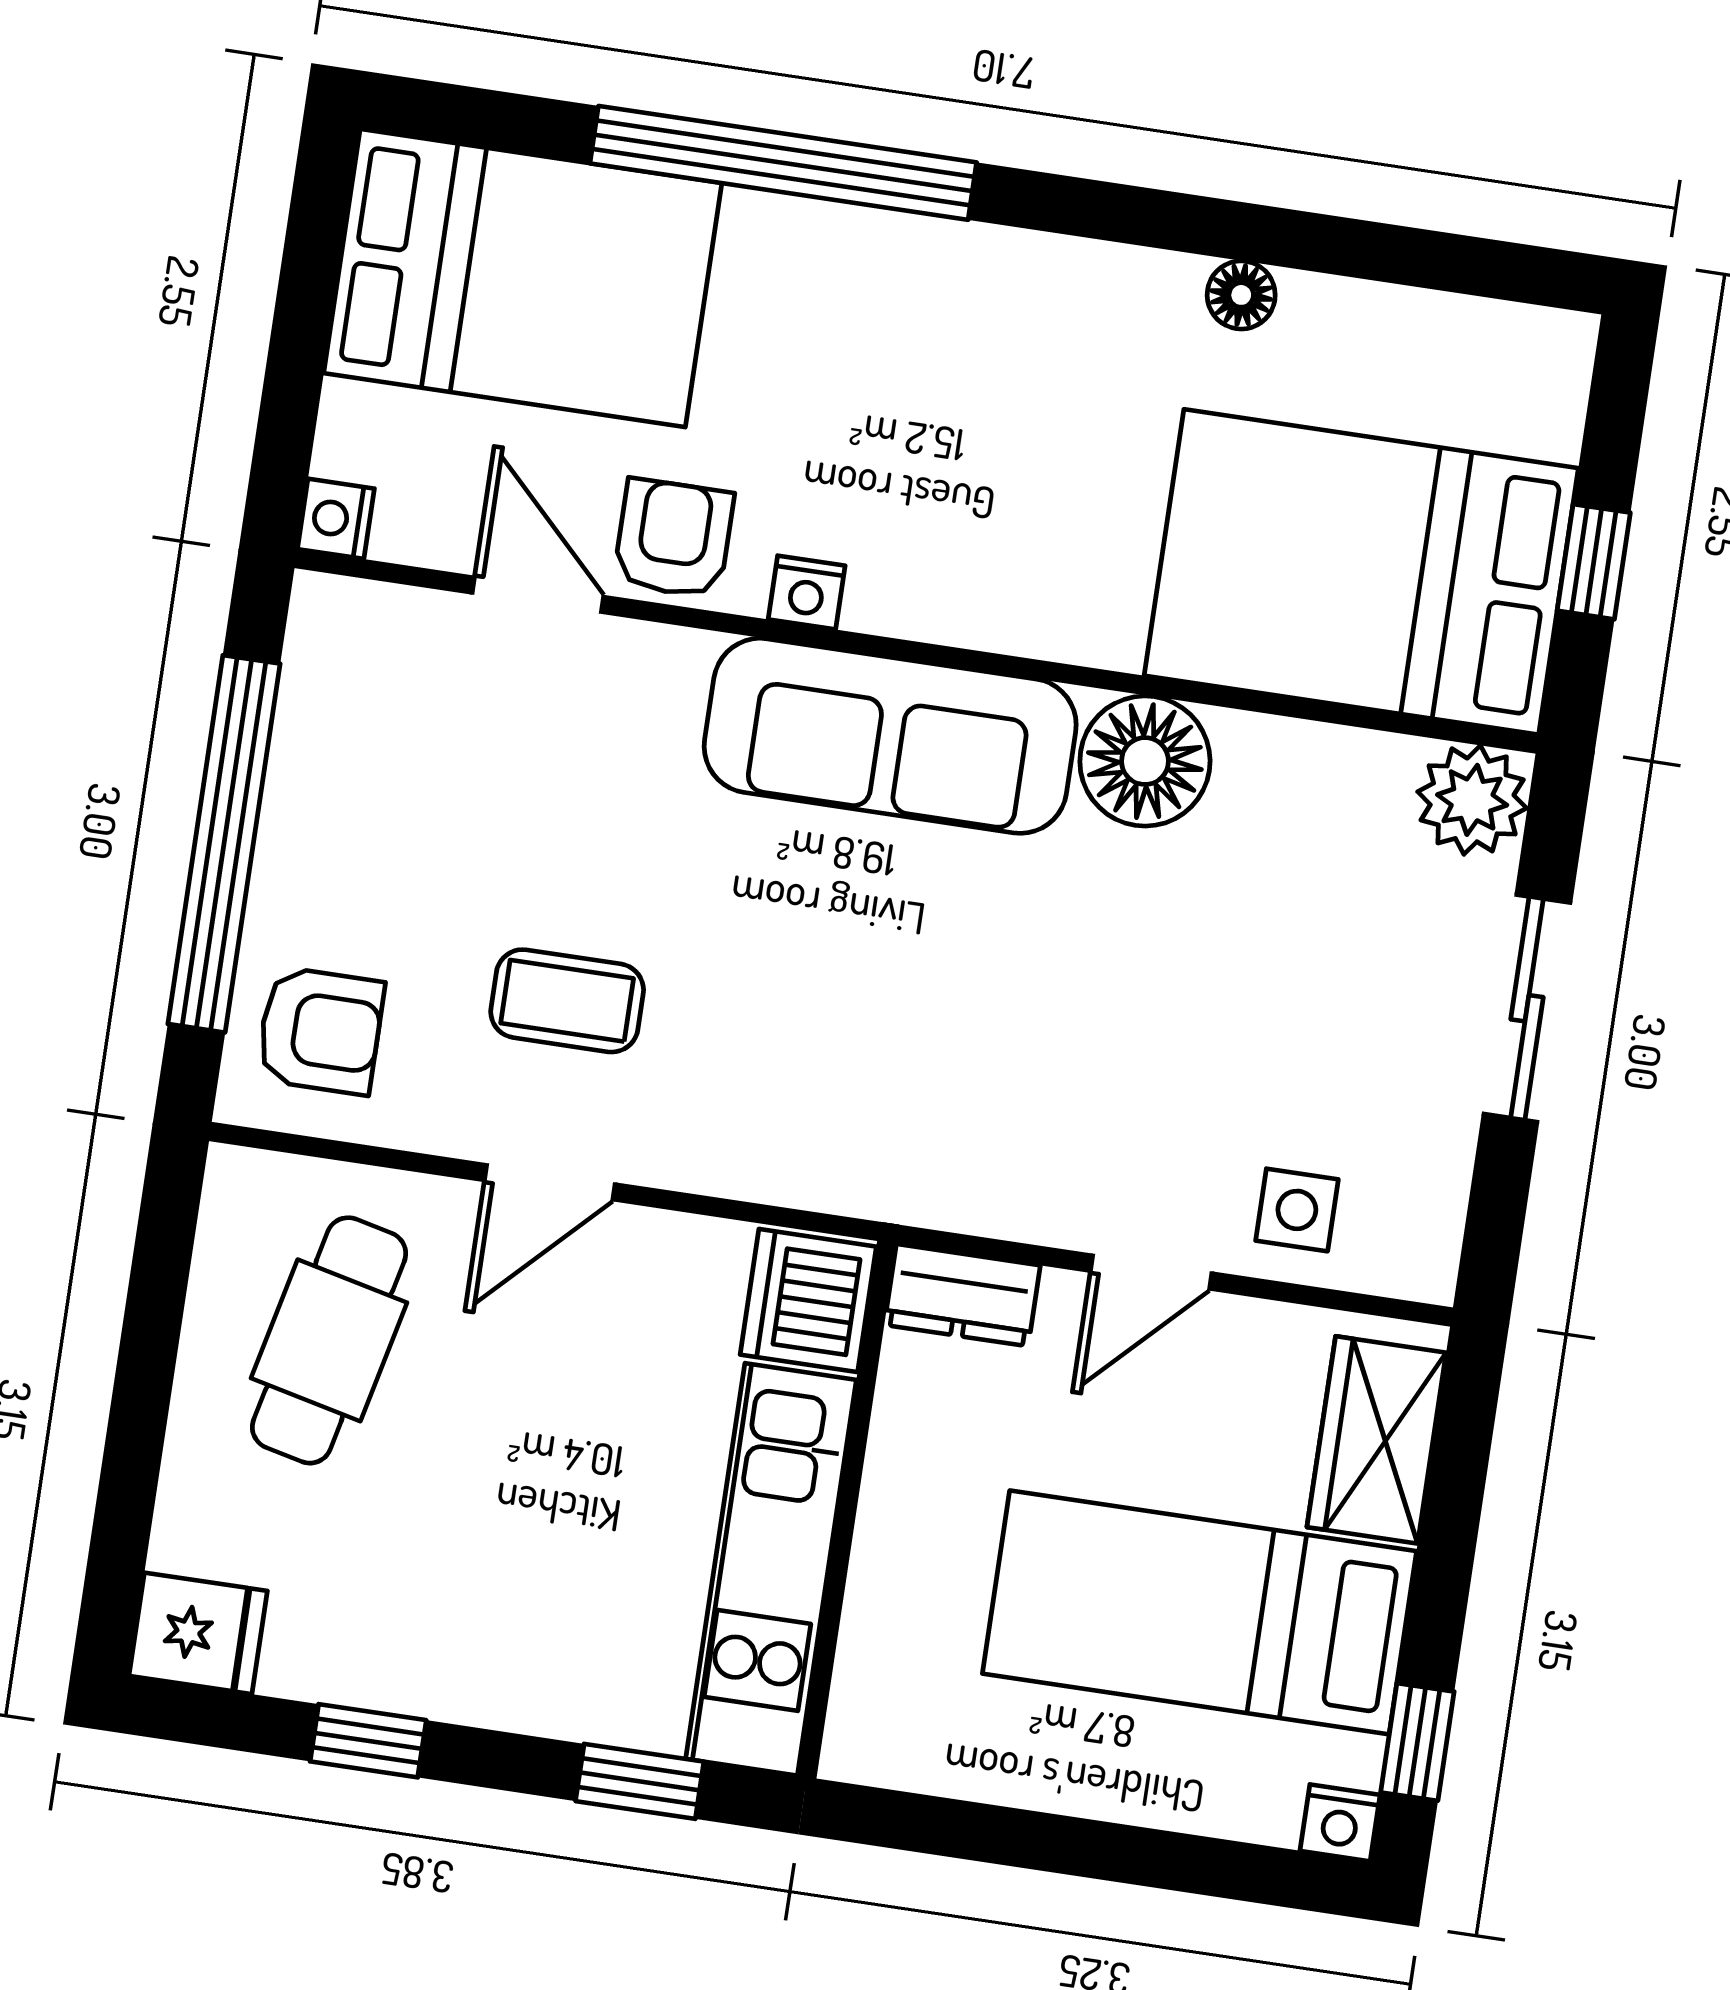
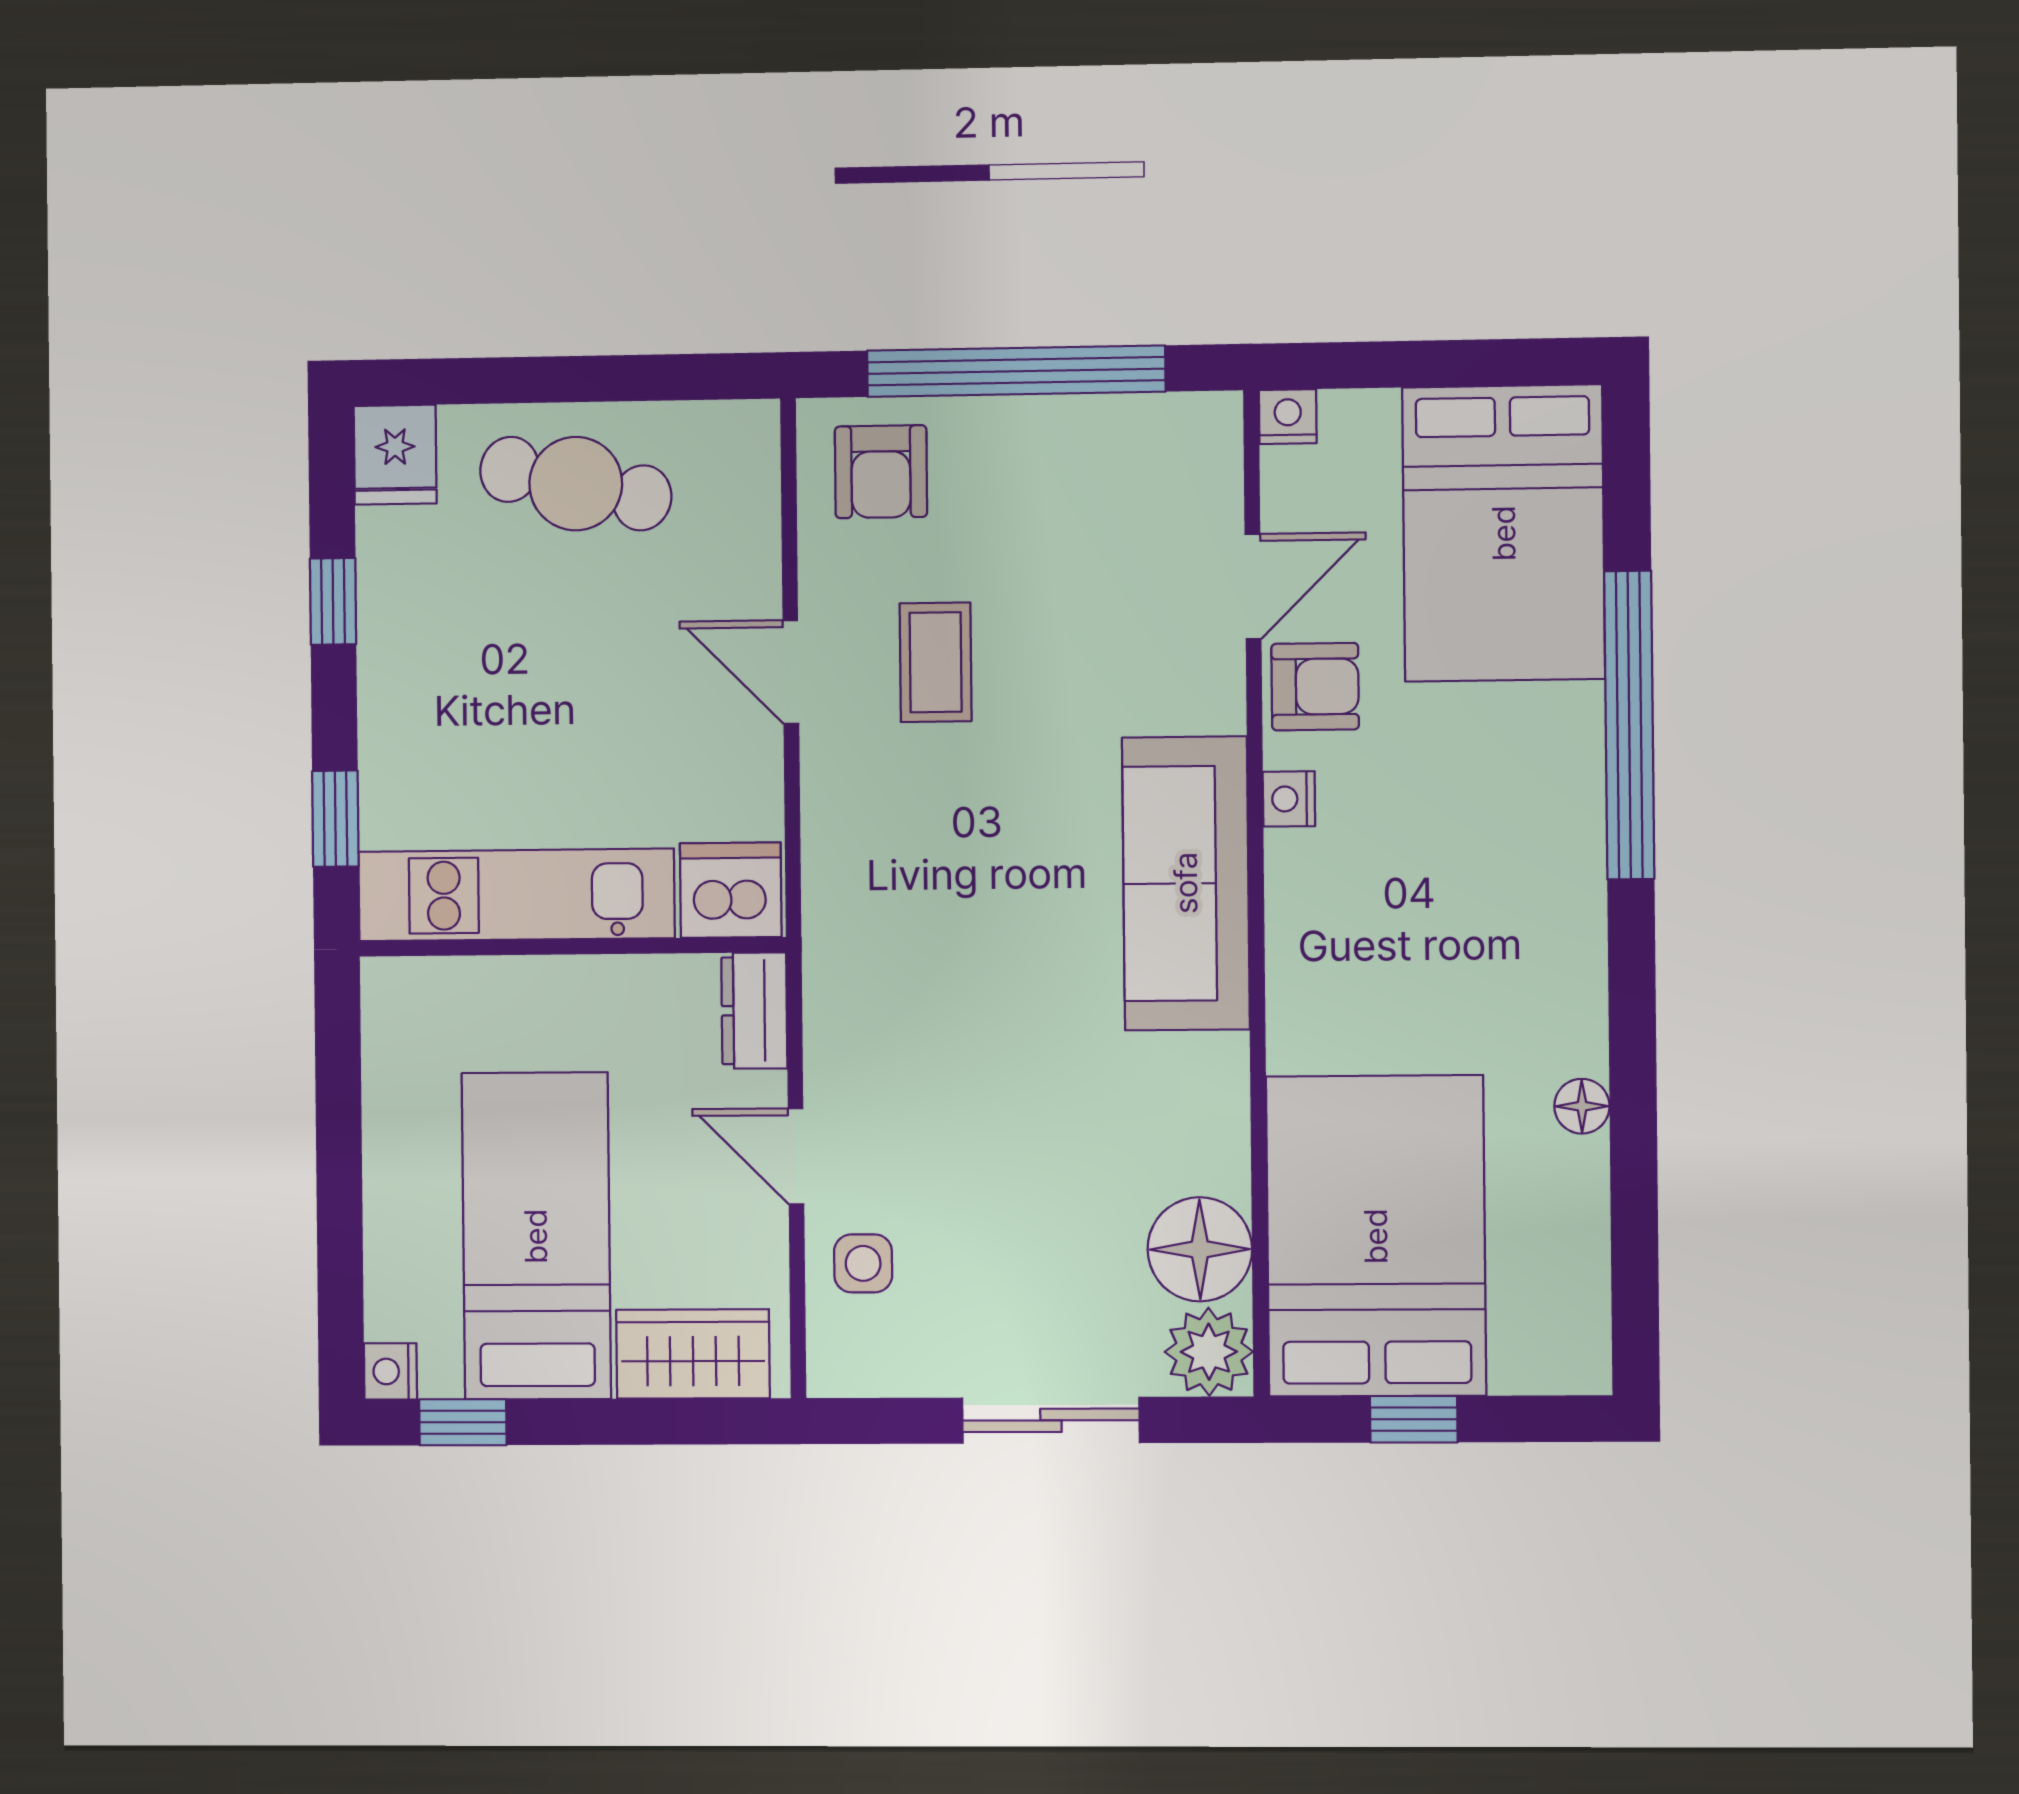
floor lamp: (1145, 761) -> (1200, 1249), moved
cafe table: (329, 1340) -> (576, 484), moved

